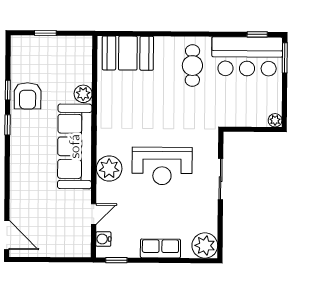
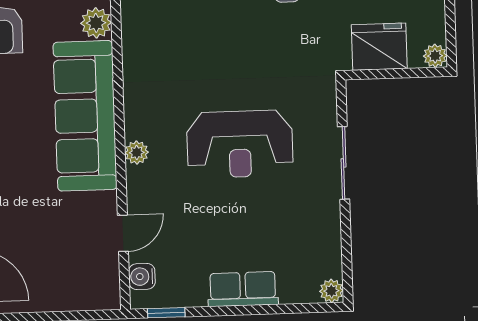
fridge: (243, 114) -> (379, 47), added
plant: (109, 168) -> (137, 153), width x0.53, depth x0.53
plant: (205, 246) -> (331, 291), width x0.53, depth x0.53

